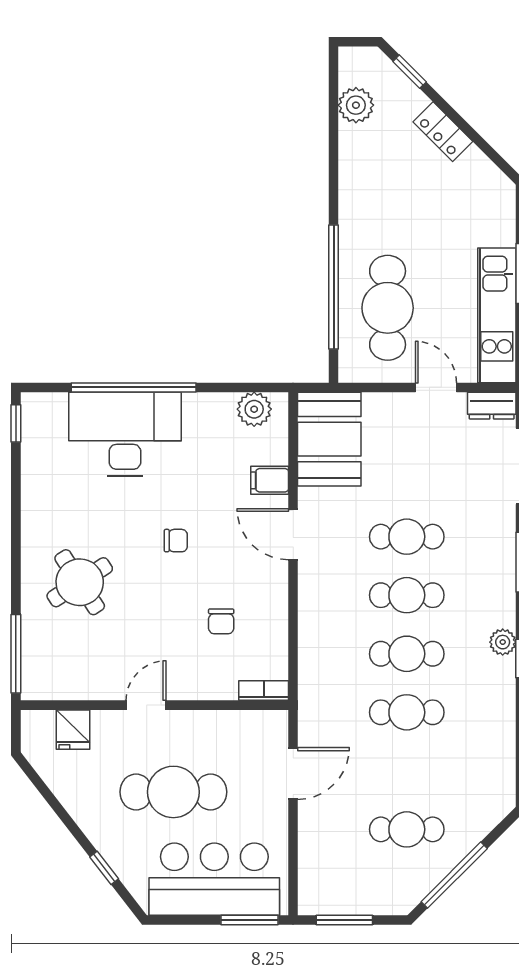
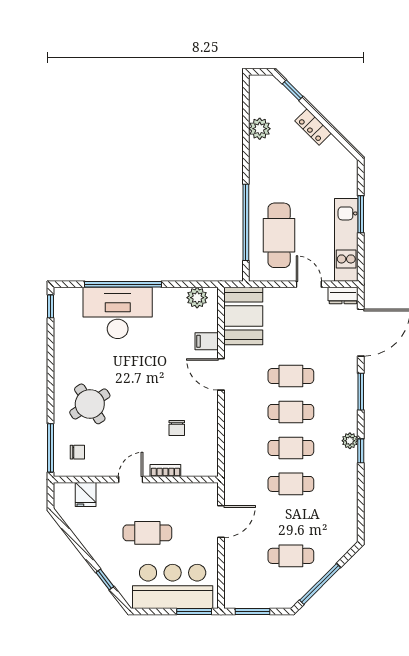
plant: (356, 105) -> (260, 129), moved
chair: (176, 541) -> (77, 452), moved
bookcase: (264, 691) -> (165, 471), moved
cafe table: (173, 792) -> (147, 533), width x0.73, depth x0.74

